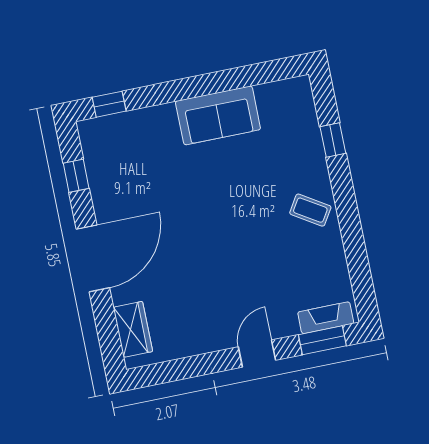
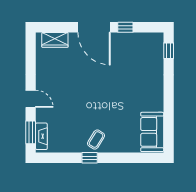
sofa: (218, 115) -> (152, 132), moved
window: (333, 140) -> (90, 158), moved
window: (76, 176) -> (125, 27), moved

